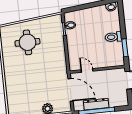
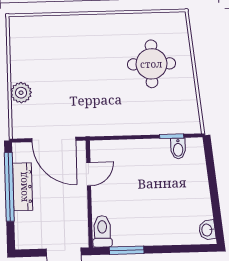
toilet: (113, 37) -> (102, 231), moved
door: (70, 90) -> (54, 140), hinge flipped

